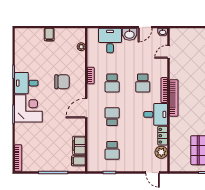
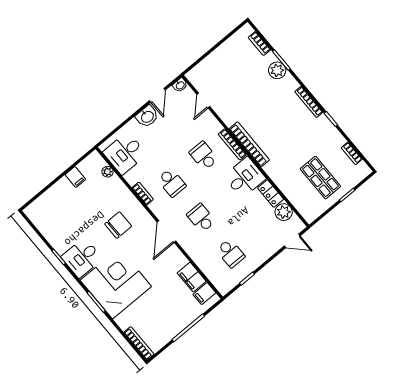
filing cabinet: (49, 35) -> (75, 177), moved
desk: (110, 41) -> (125, 153), moved, turned -90
school desk: (143, 83) -> (204, 156), turned 180
corner desk: (28, 108) -> (116, 283), width x1.36, depth x1.36

